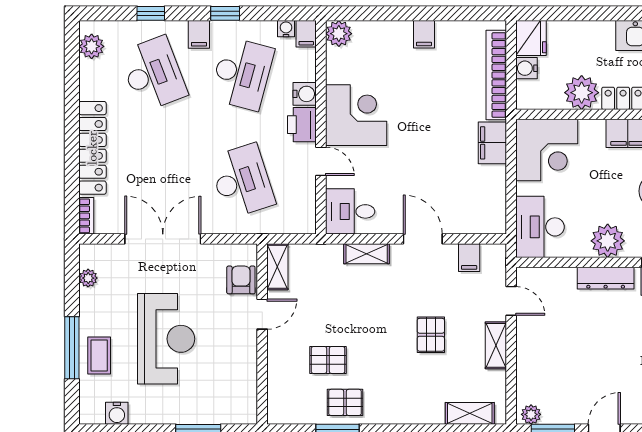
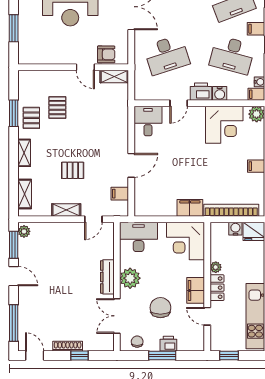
plant: (582, 93) -> (216, 267), width x0.53, depth x0.53
corner desk: (356, 115) -> (224, 125), moved
shelving: (367, 254) -> (24, 153), moved

